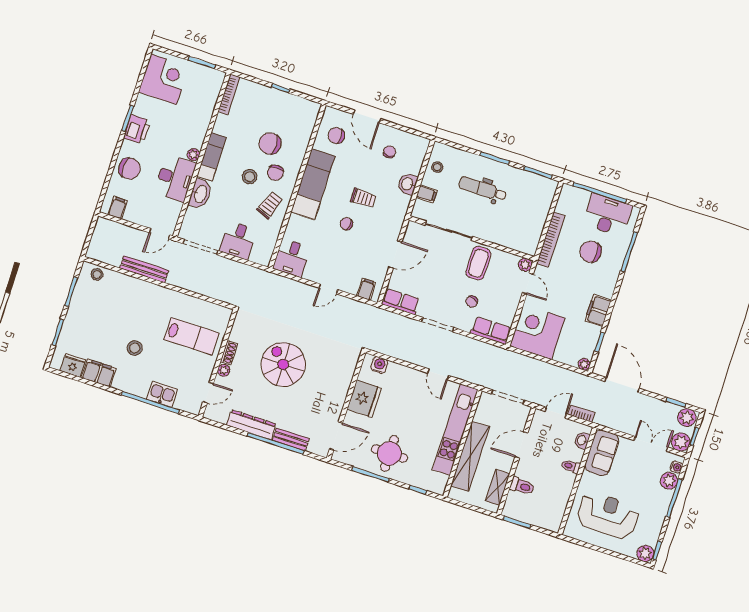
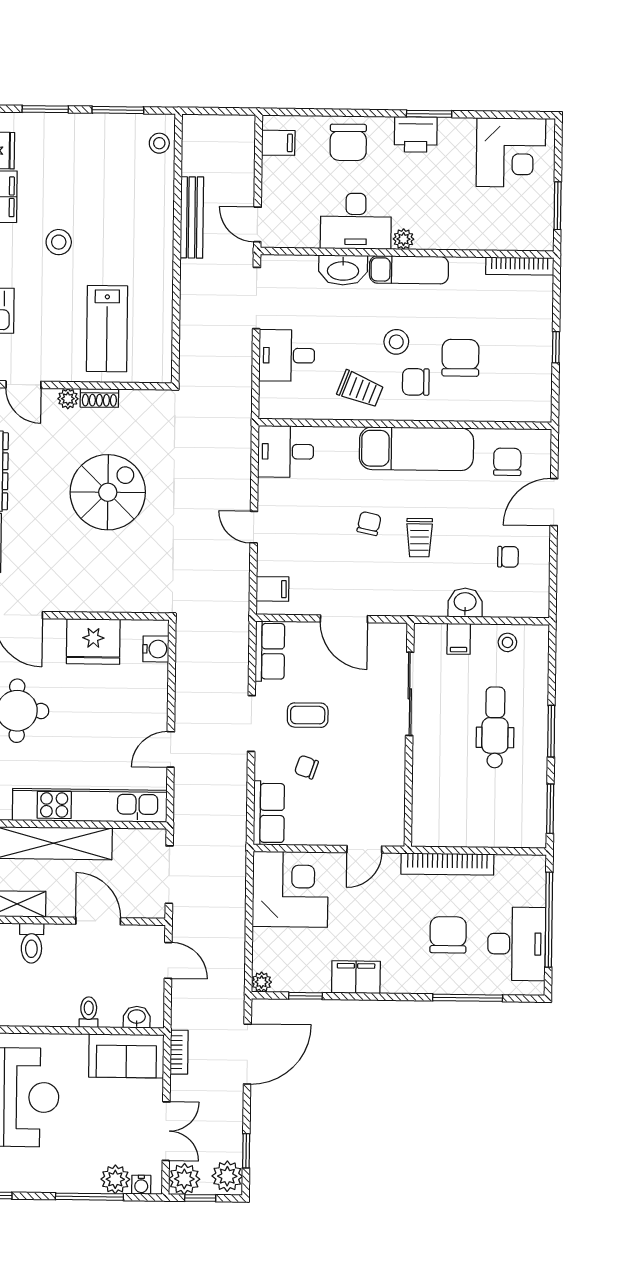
coffee table: (478, 263) -> (308, 715), moved, width x0.73, depth x0.77
plant: (525, 265) -> (393, 835), removed
bookcase: (581, 414) -> (179, 1052), moved

